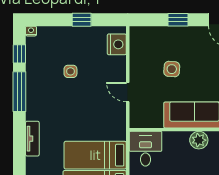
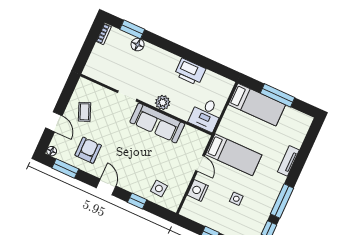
nightstand: (117, 44) -> (198, 190), moved
side table: (172, 69) -> (159, 188), moved
bed: (95, 155) -> (234, 155), moved

